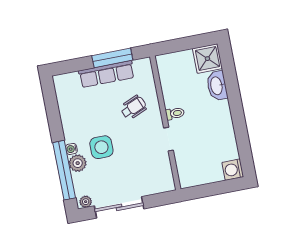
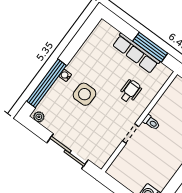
wheelchair: (133, 107) -> (130, 91), turned -67
plant: (78, 163) -> (60, 88), removed
sliding door: (119, 207) -> (68, 151), moved

